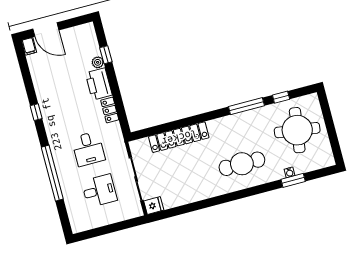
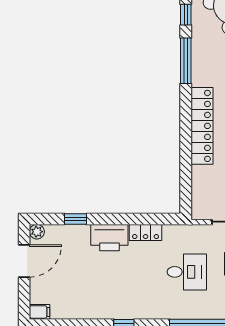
door: (46, 29) -> (24, 261), moved
plant: (98, 62) -> (37, 232), moved
locker: (179, 137) -> (202, 126), moved

